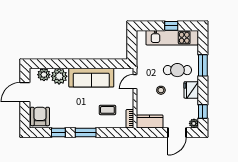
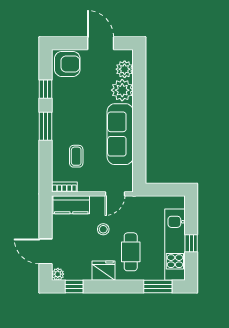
window: (203, 65) -> (158, 287), moved
door: (135, 82) -> (115, 194), swing flipped
kitchen counter: (150, 121) -> (71, 205), moved, turned 90

